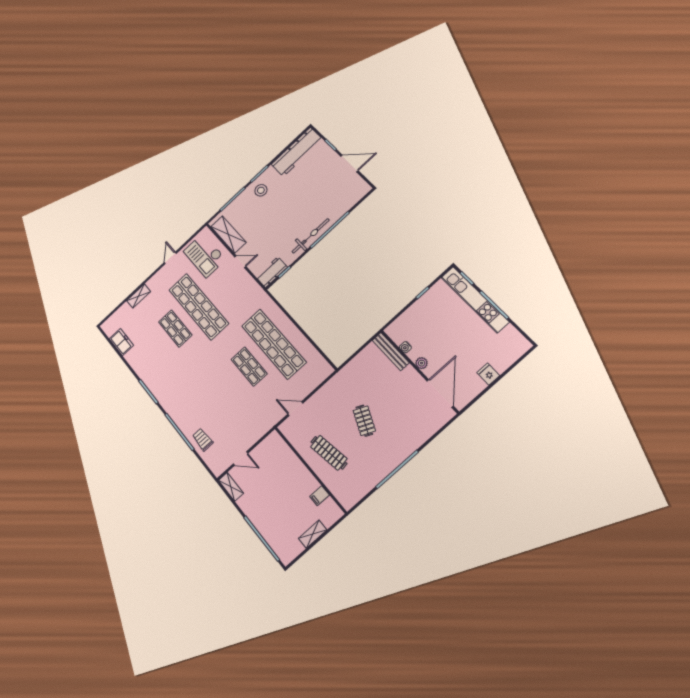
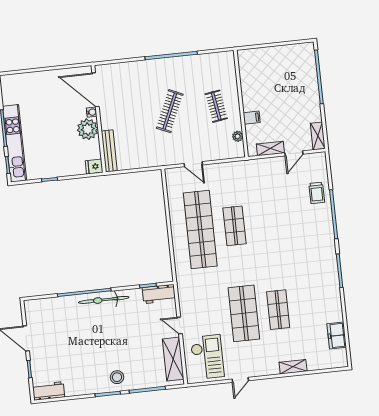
workbench: (297, 152) -> (49, 391), width x0.53, depth x0.76
shop shelf: (199, 307) -> (244, 313), width x0.71
water cooler: (405, 347) -> (92, 112), moved
plant: (422, 363) -> (88, 129), width x1.88, depth x1.88
fridge: (488, 374) -> (94, 167), moved, turned 90
door: (440, 394) -> (95, 90), hinge flipped
door: (295, 409) -> (193, 164), moved
clothes rail: (364, 421) -> (170, 111), width x1.36
plant: (294, 440) -> (238, 136), added
clothes rail: (329, 453) -> (216, 106), width x0.73
door: (240, 459) -> (294, 153), swing flipped
filing cabinet: (320, 496) -> (252, 118), moved
shelving: (313, 534) -> (270, 148), moved

